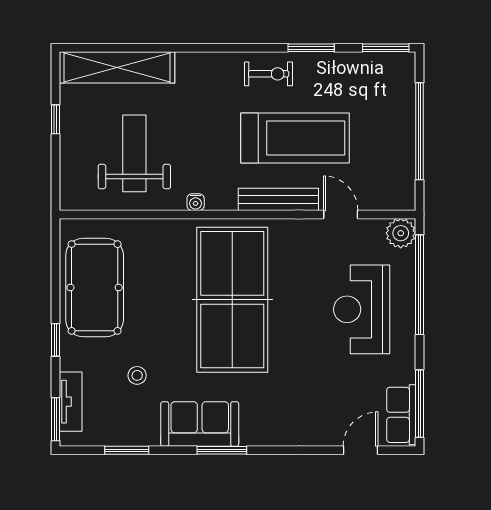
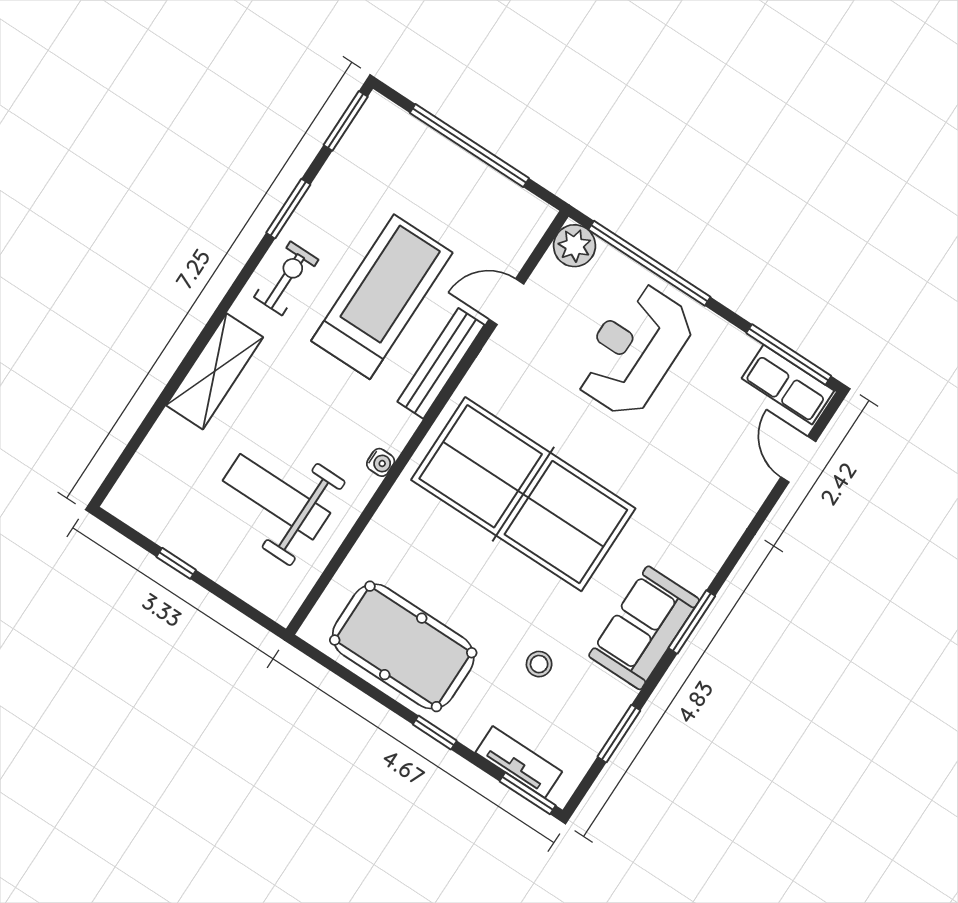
shelving: (117, 67) -> (215, 371), moved, width x0.68
reception desk: (362, 309) -> (634, 350), turned 90

